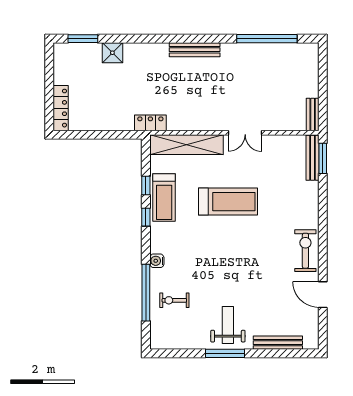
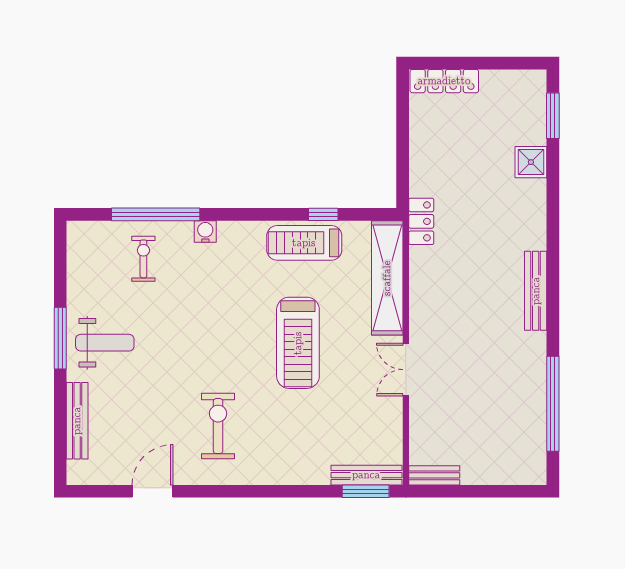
window: (146, 217) -> (274, 214), removed
exercise bike: (305, 251) -> (218, 426), moved, turned -90

